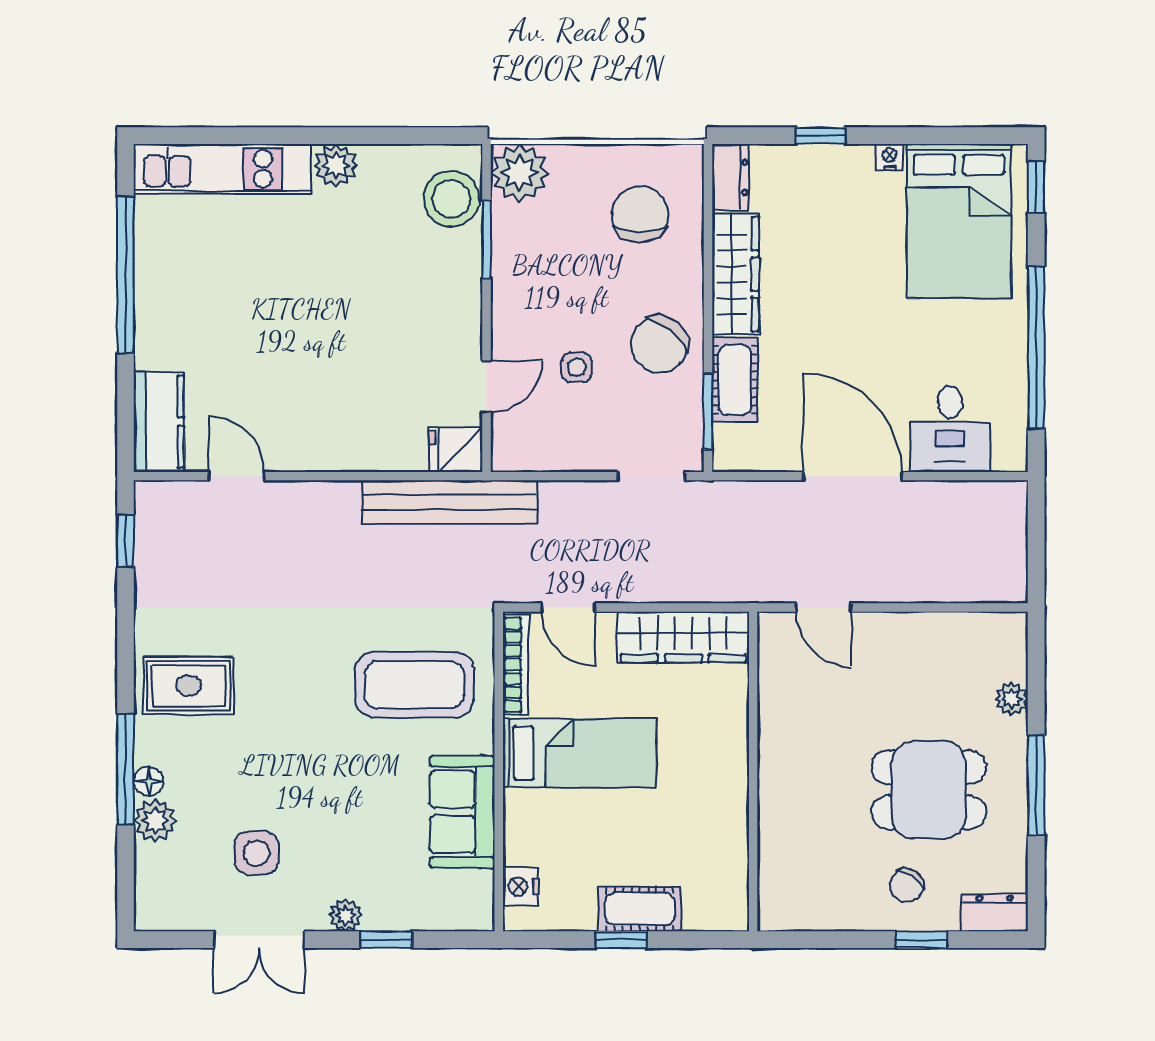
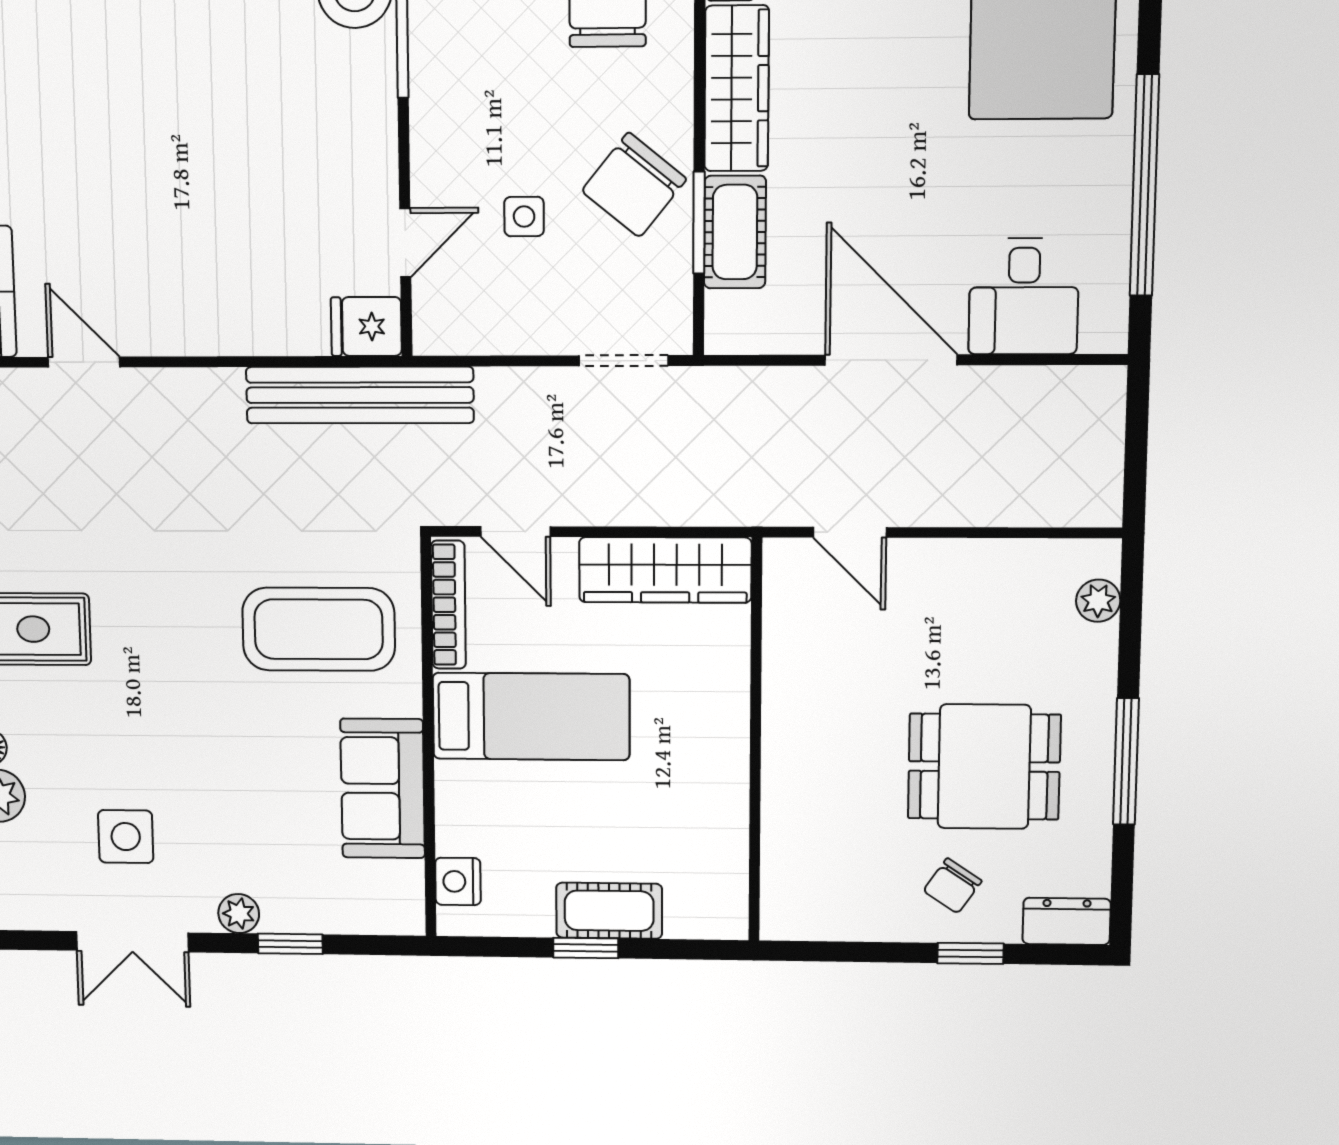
window: (708, 412) -> (699, 223), moved
plant: (1012, 699) -> (1098, 601), moved

